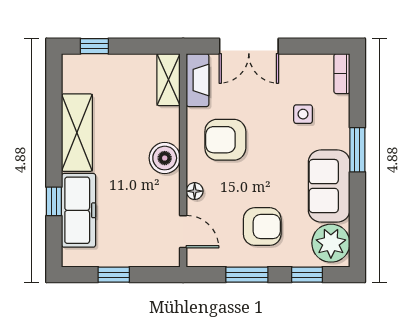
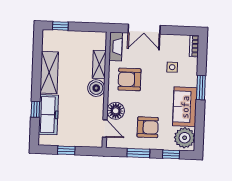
shelving: (169, 80) -> (99, 65), moved
floor lamp: (195, 191) -> (116, 111), width x1.89, depth x1.89

